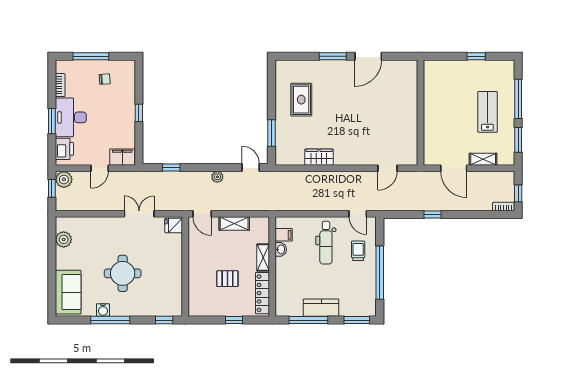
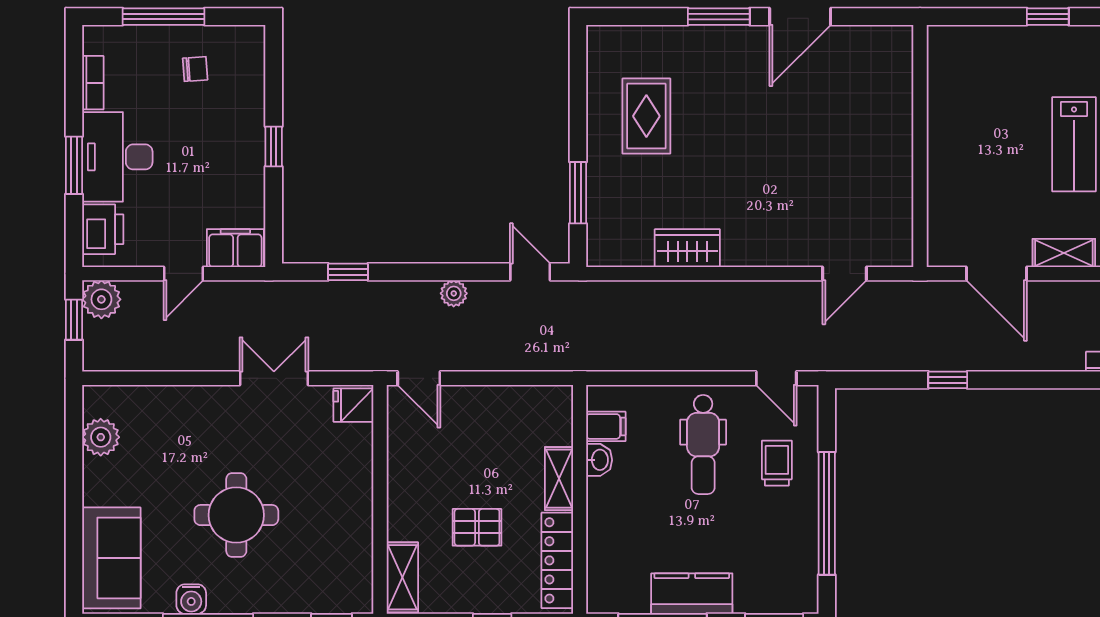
lab bench: (487, 112) -> (1074, 144), turned 180
shelving: (234, 224) -> (402, 577), moved, turned 90

